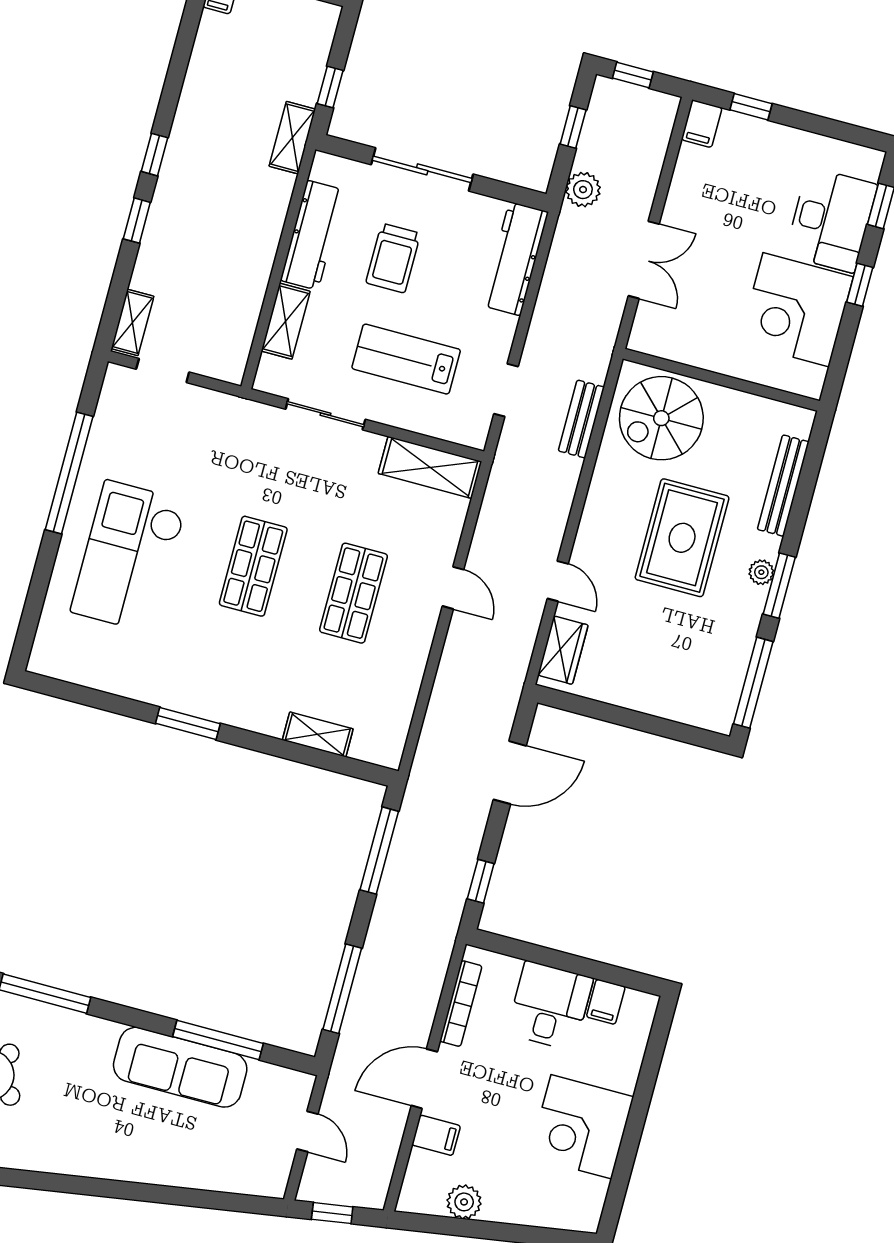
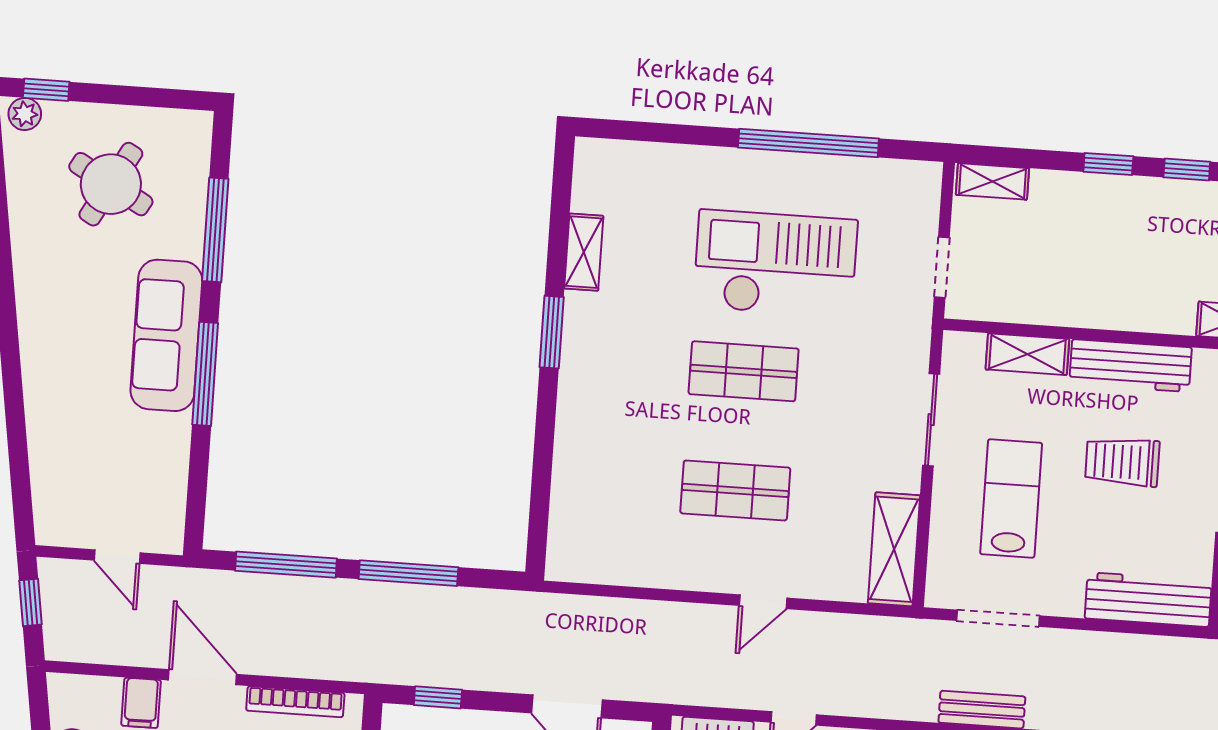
doorway: (163, 371) -> (942, 267), moved
doorway: (506, 390) -> (998, 618), width x1.38
checkout: (129, 557) -> (775, 264), moved
shelving: (318, 734) -> (584, 252), moved
window: (379, 851) -> (408, 573), moved
window: (218, 1040) -> (205, 374), moved
sofa: (180, 1067) -> (166, 335), moved
door: (307, 1132) -> (117, 557), hinge flipped

